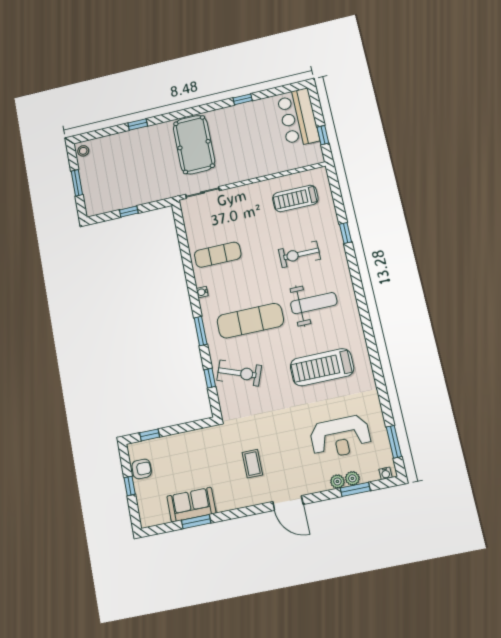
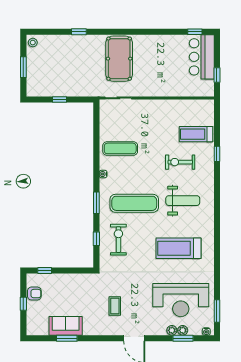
window: (243, 99) -> (195, 32), moved
treadmill: (295, 198) -> (196, 134), moved
exercise bike: (239, 373) -> (118, 240), turned -110
reception desk: (340, 437) -> (181, 300), width x1.36, depth x1.30

